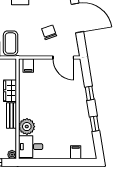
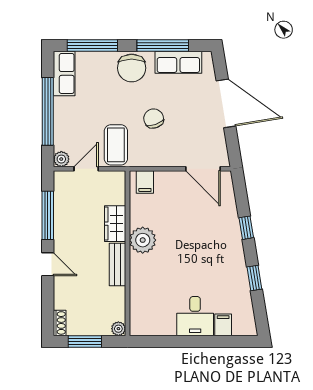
chair: (49, 32) -> (154, 119), moved
plant: (27, 127) -> (143, 240), moved
desk: (31, 147) -> (195, 316), moved, turned -90

